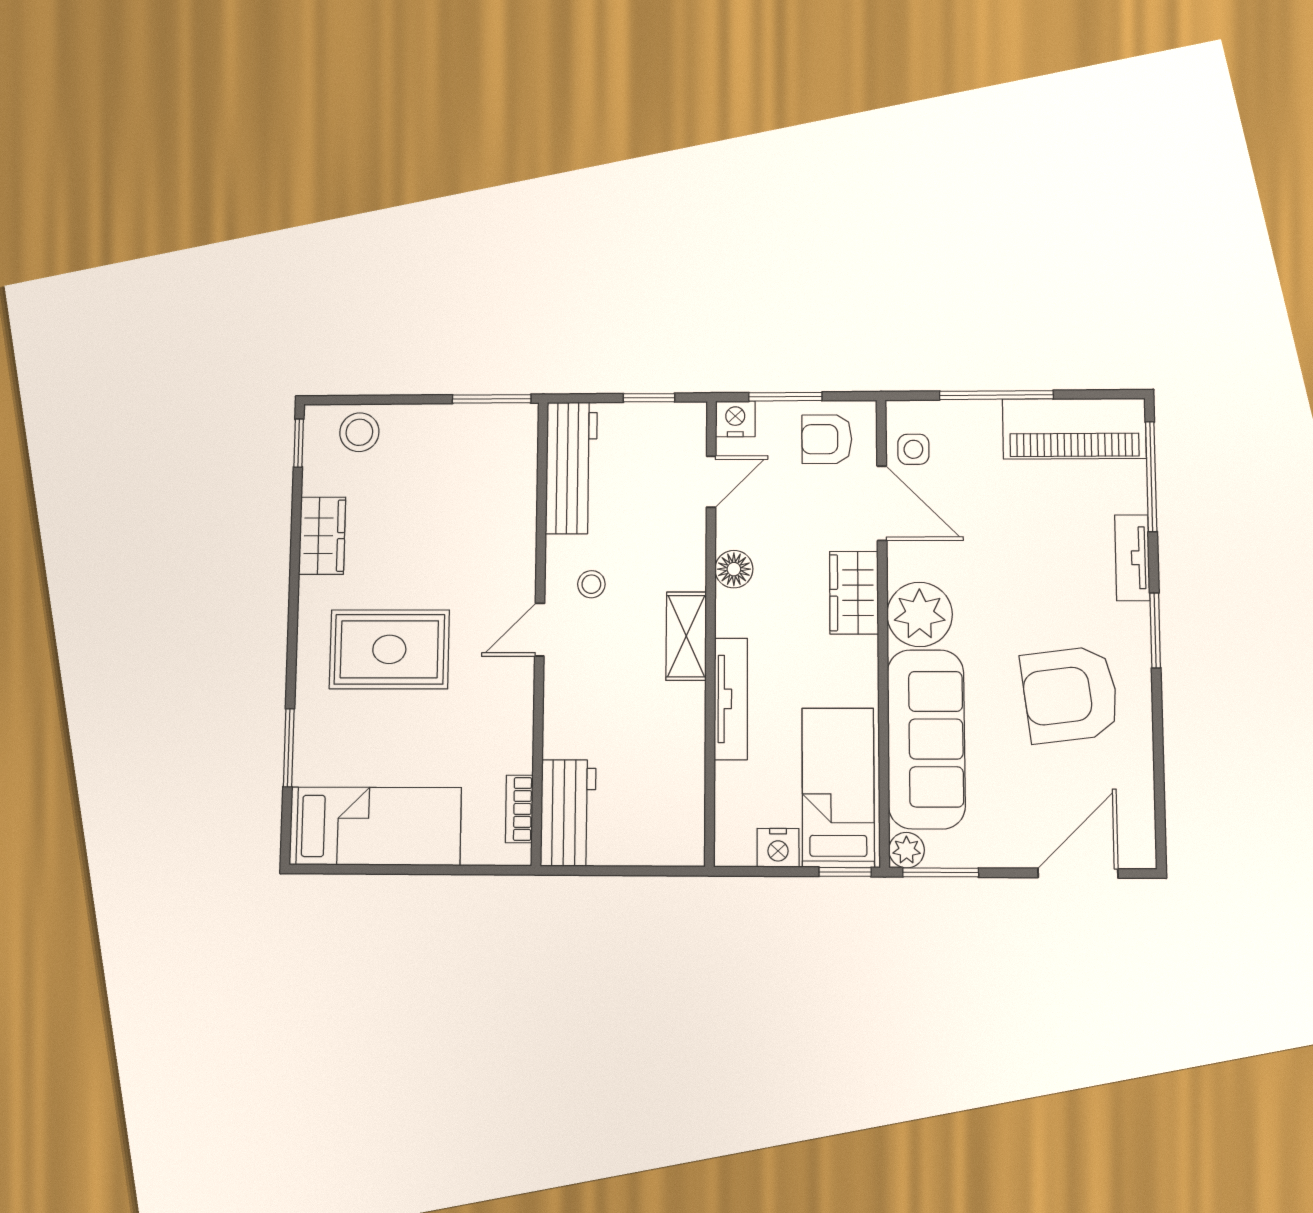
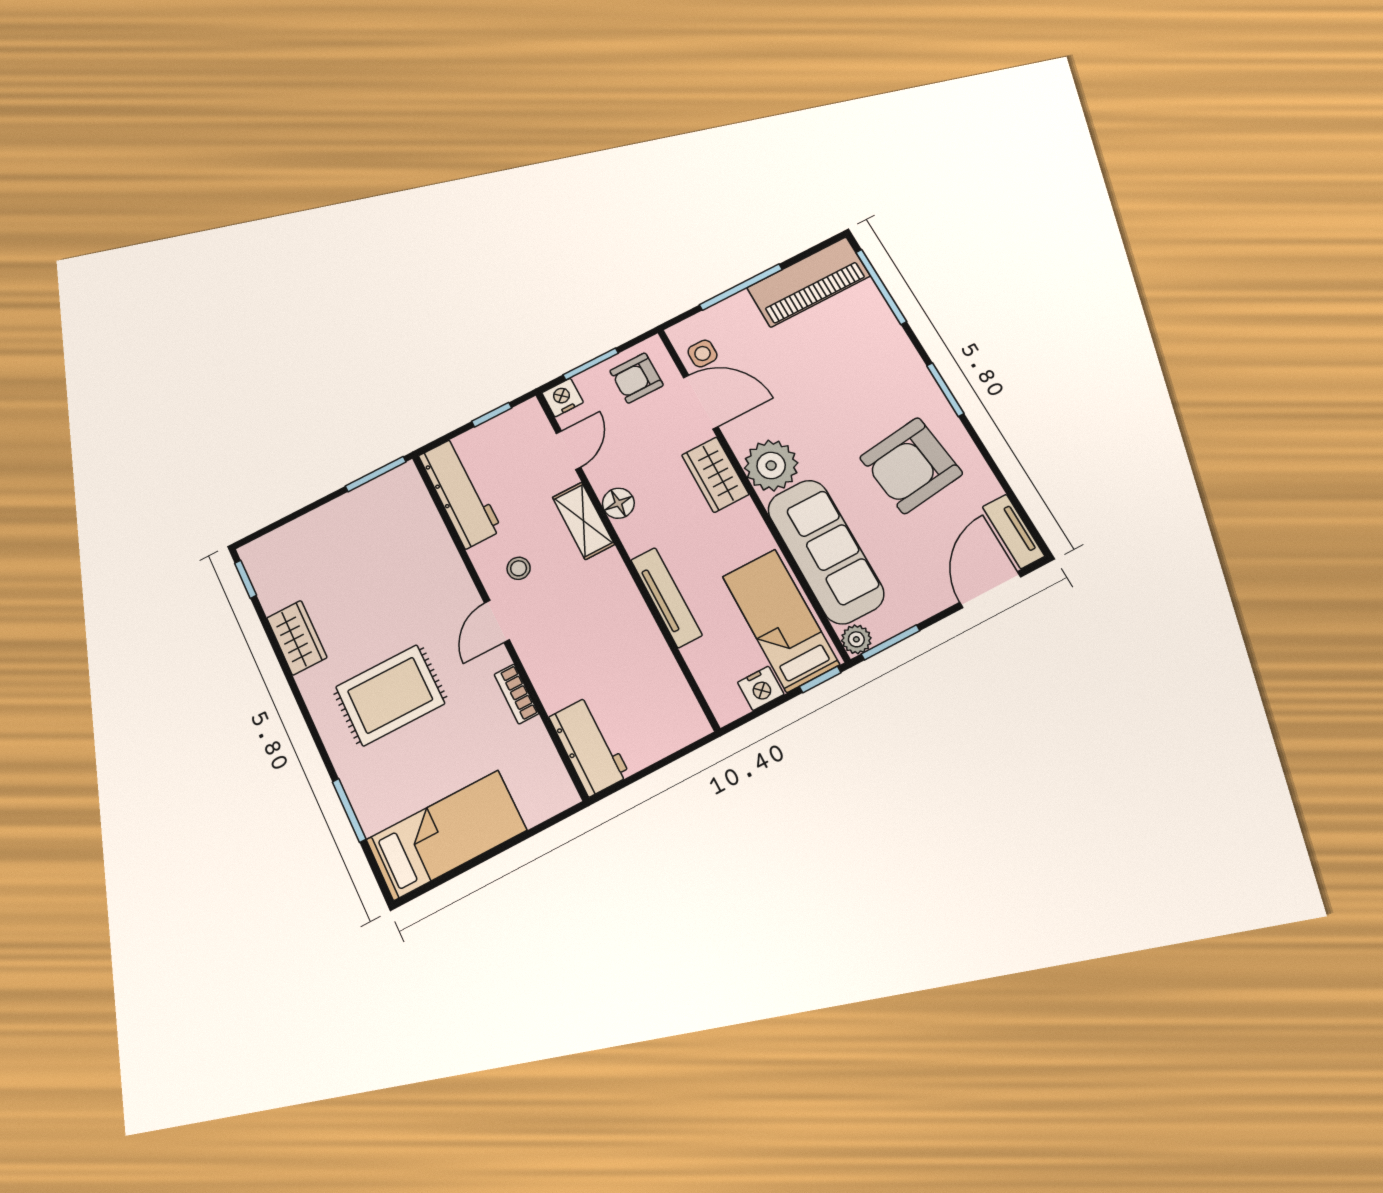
stool: (359, 432) -> (288, 548), removed
tv unit: (1132, 558) -> (1013, 531), moved
shelving: (686, 636) -> (583, 521), moved
bookcase: (519, 809) -> (516, 694), moved

